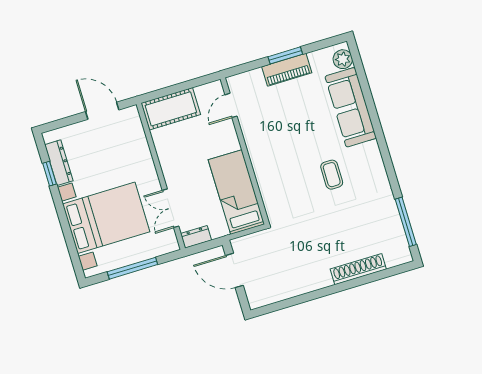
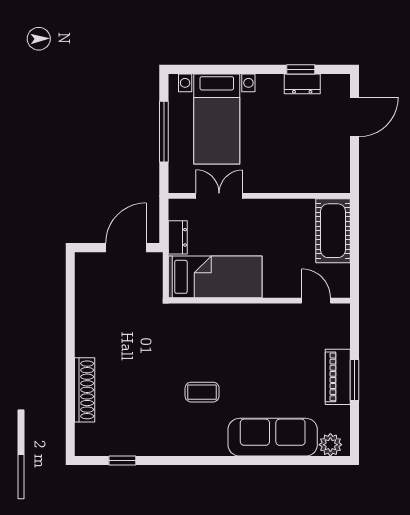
door: (102, 111) -> (355, 117), moved
dresser: (59, 163) -> (302, 84), width x0.70
bed with nightstands: (106, 218) -> (217, 119), width x0.73
window: (406, 222) -> (122, 461), width x0.46
dresser: (196, 237) -> (178, 237), moved

